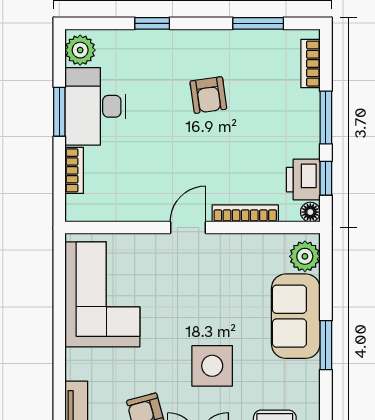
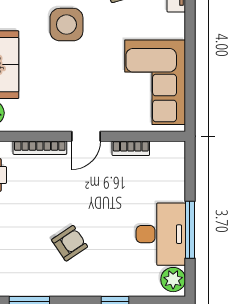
armchair: (208, 95) -> (70, 243), turned 64
window: (59, 112) -> (190, 230), width x1.44
bookcase: (74, 170) -> (131, 148), moved, turned -90

